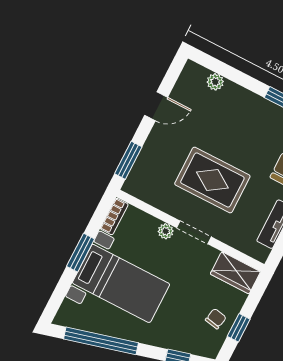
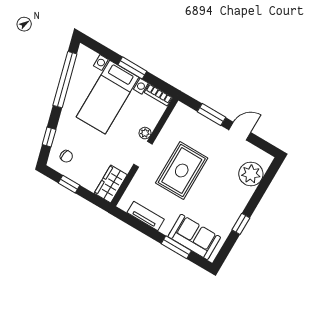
plant: (215, 82) -> (251, 174), width x1.88, depth x1.88
door: (156, 106) -> (240, 131), swing flipped
window: (128, 160) -> (211, 115), moved
chair: (216, 319) -> (66, 156), moved

